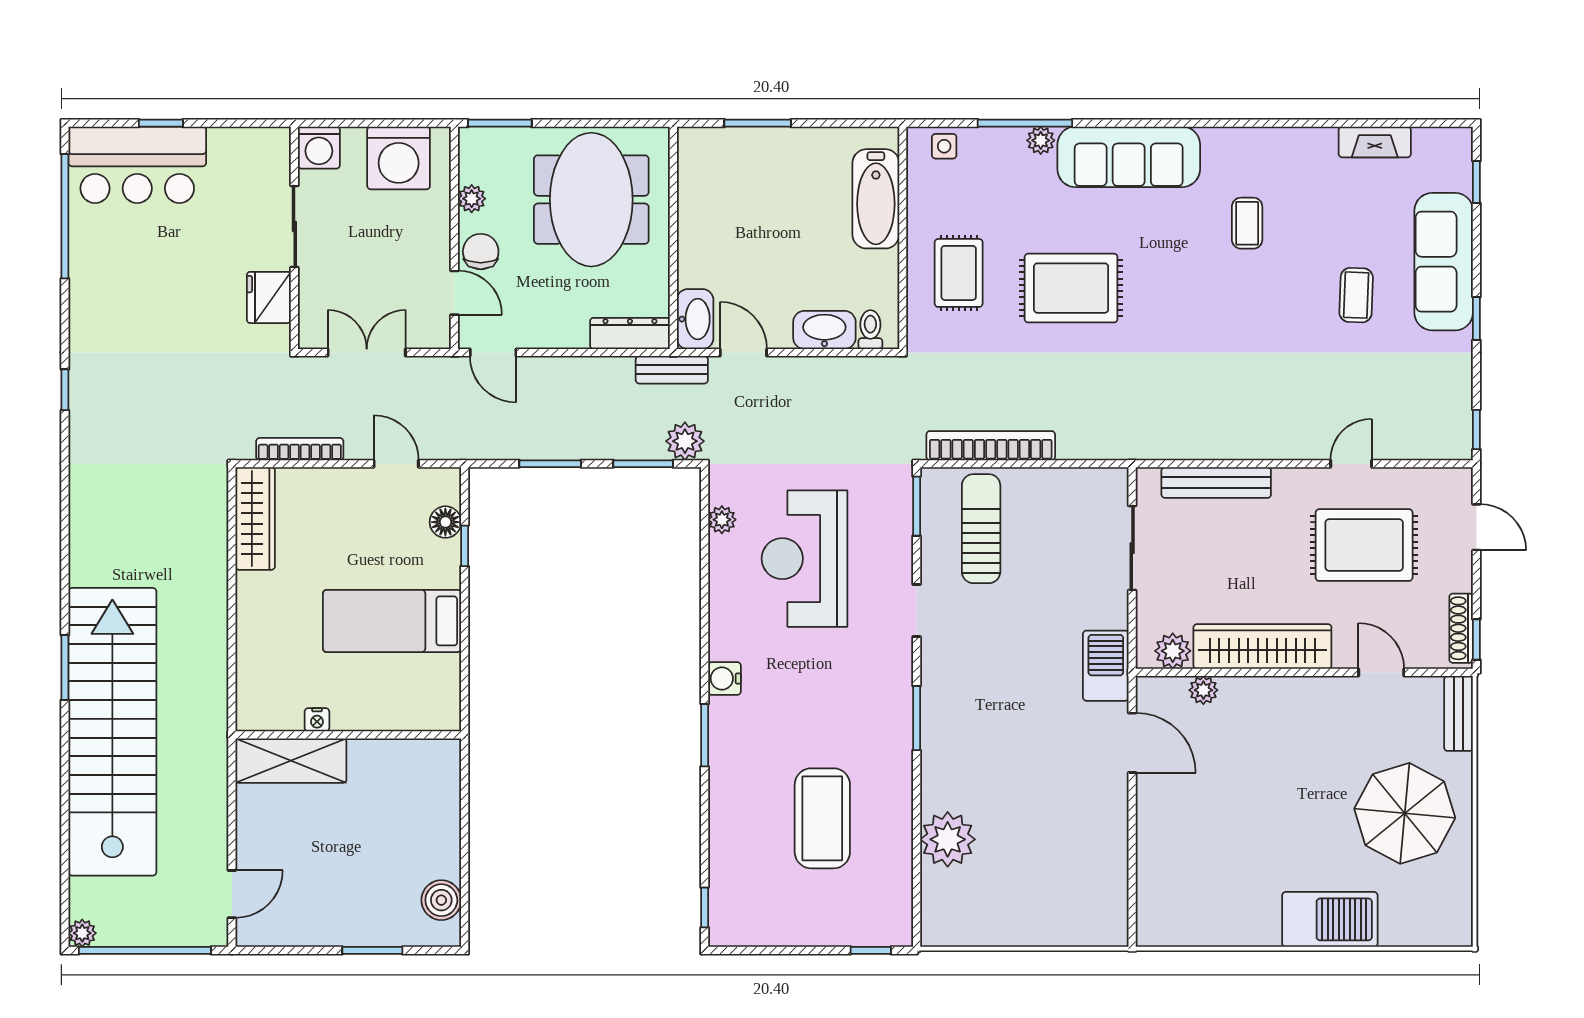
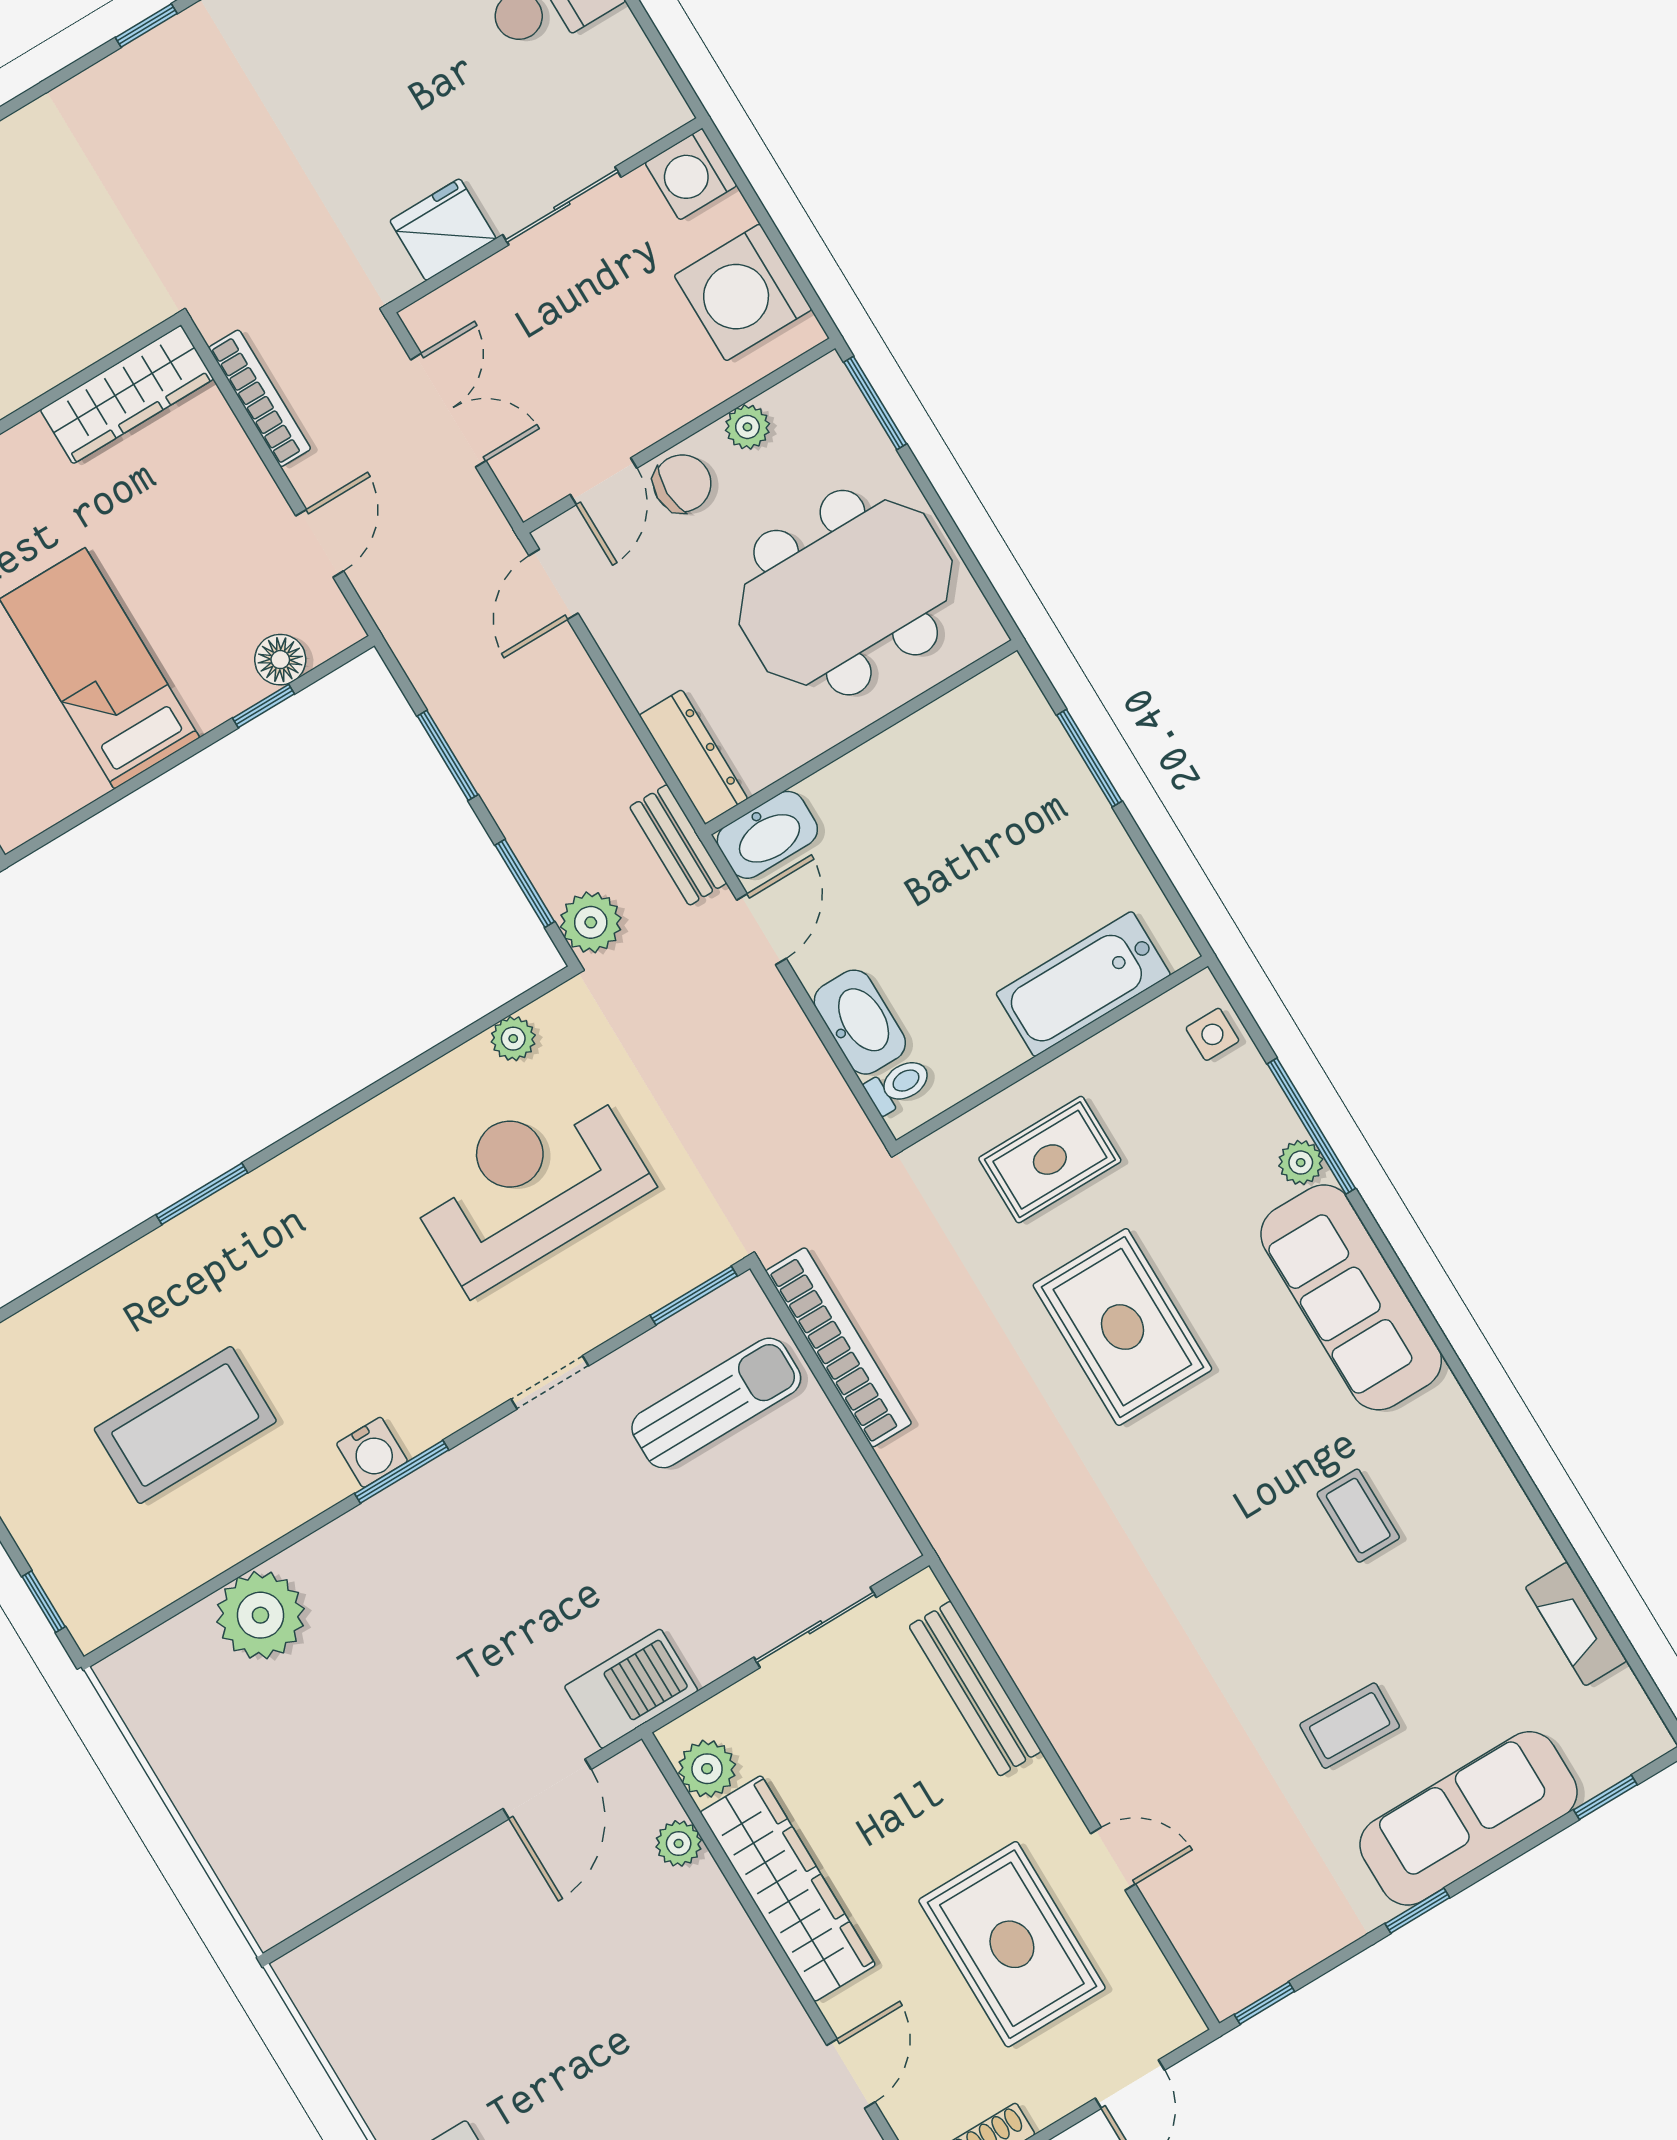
coffee table: (1247, 223) -> (1358, 1516), turned 90
water cooler: (724, 678) -> (372, 1452), moved, turned 180

